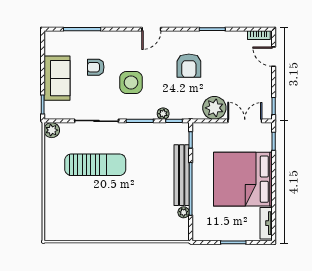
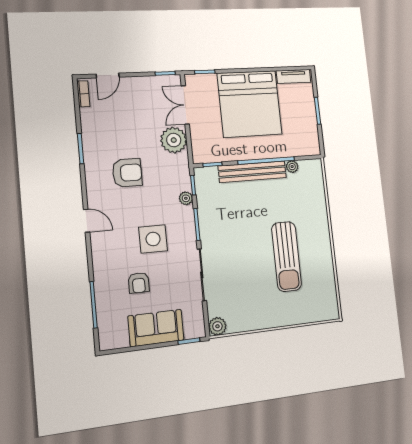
sun lounger: (95, 165) -> (286, 256), moved, turned 180

